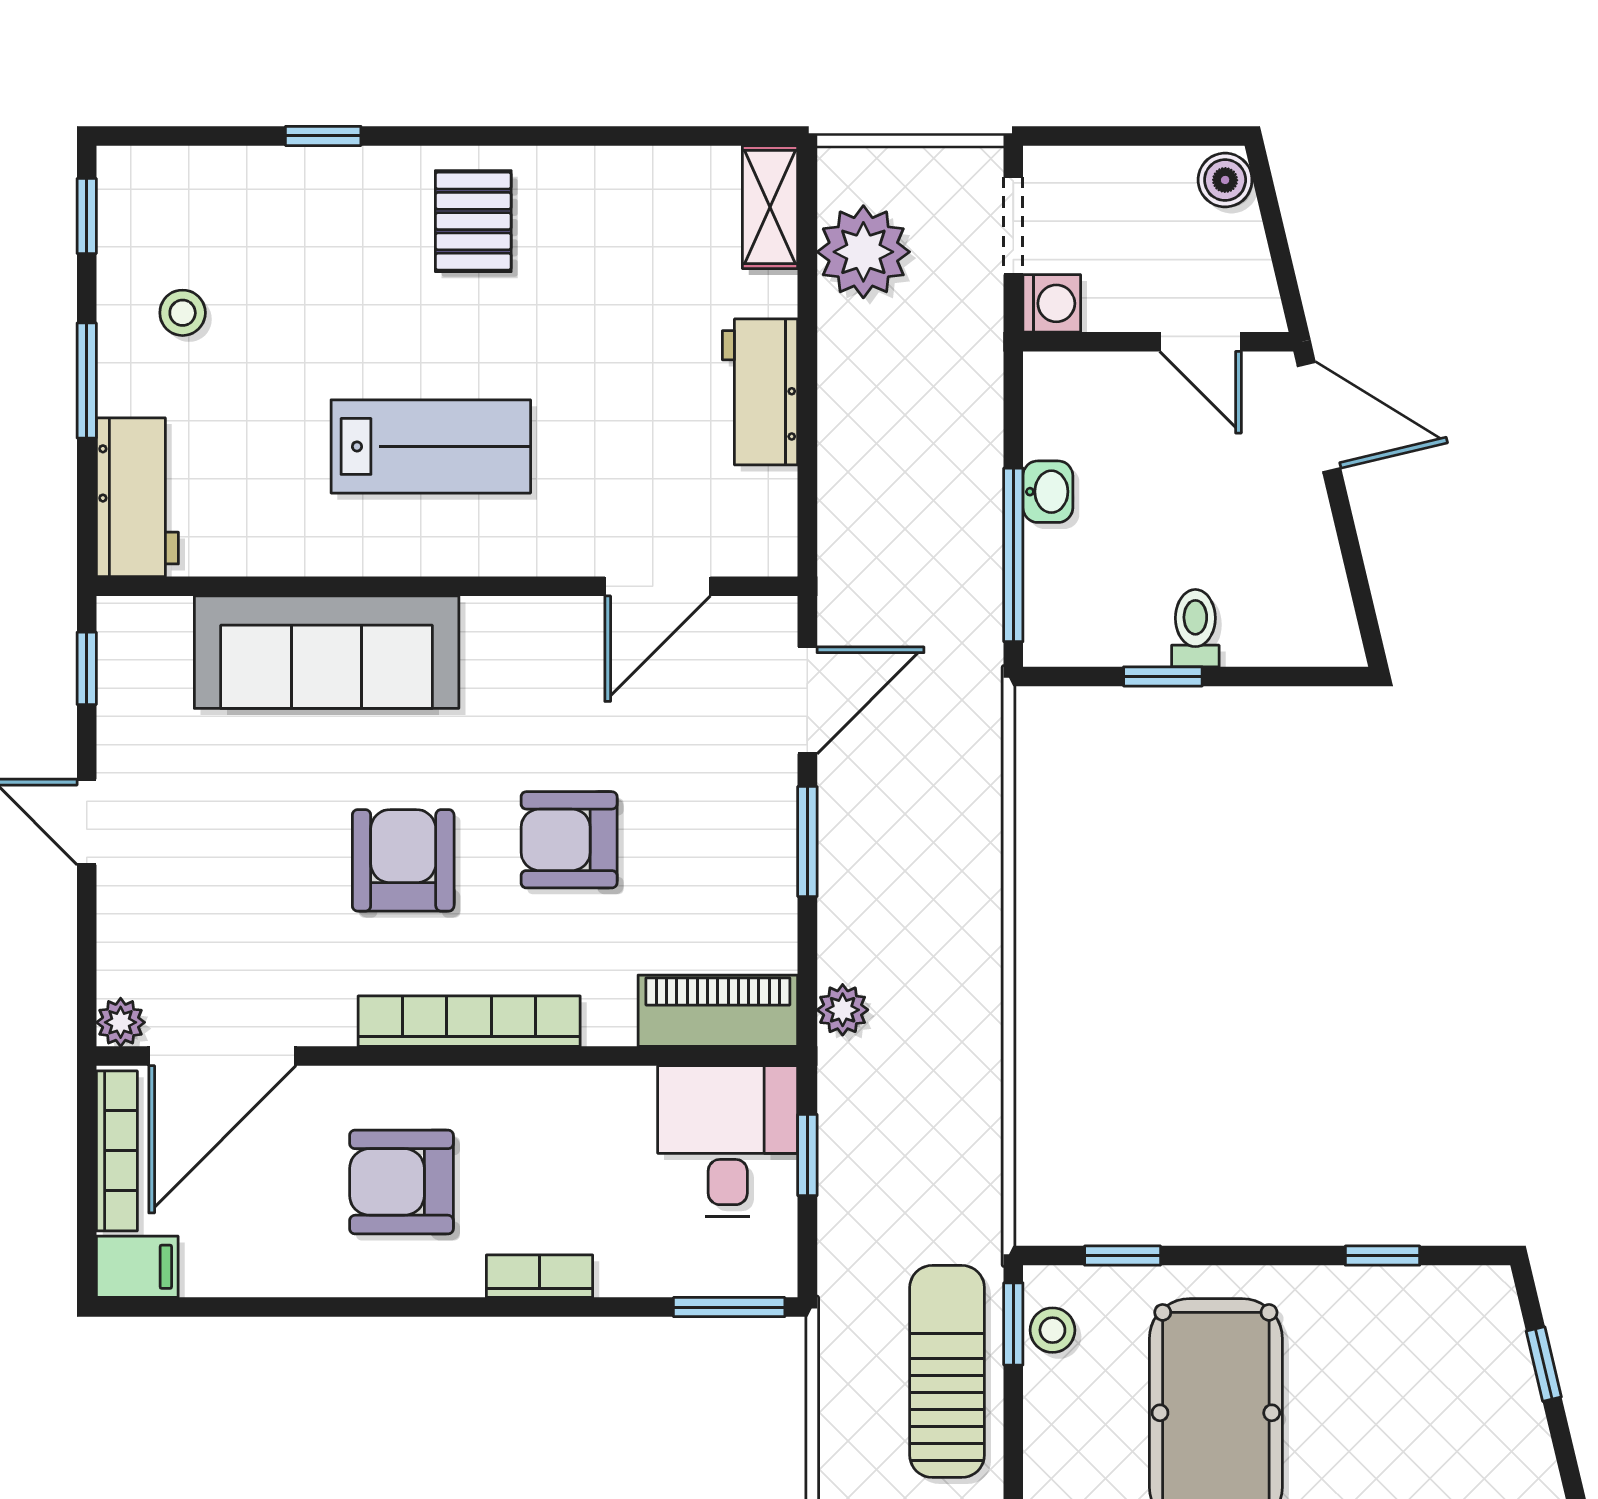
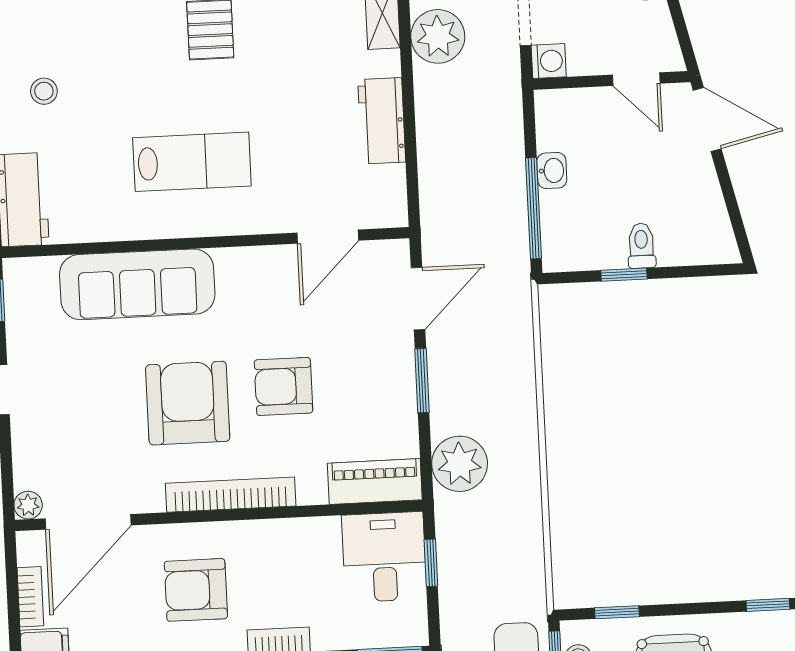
armchair: (403, 860) -> (188, 403), width x1.36, depth x1.36
plant: (843, 1010) -> (460, 464), width x1.87, depth x1.87
bookcase: (117, 1151) -> (30, 597), width x0.64

